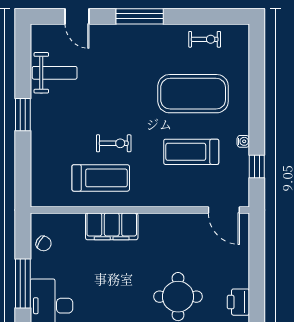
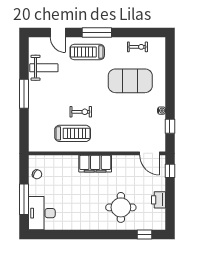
window: (23, 115) -> (24, 94), width x1.44
treadmill: (191, 152) -> (87, 52), moved
filing cabinet: (112, 226) -> (95, 164), moved
window: (257, 238) -> (170, 171), added
printer: (238, 302) -> (158, 200), moved

